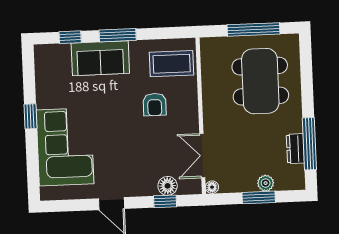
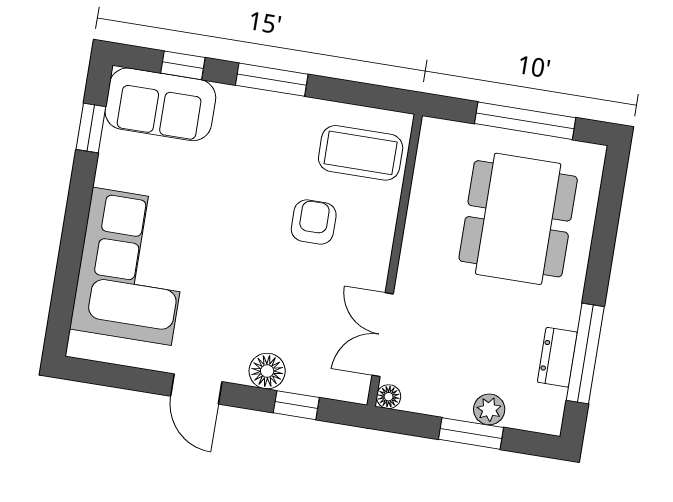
sofa: (100, 58) -> (160, 104), moved
armchair: (155, 105) -> (314, 222), turned 180
window: (31, 116) -> (91, 128), moved
floor lamp: (168, 186) -> (267, 371), moved

